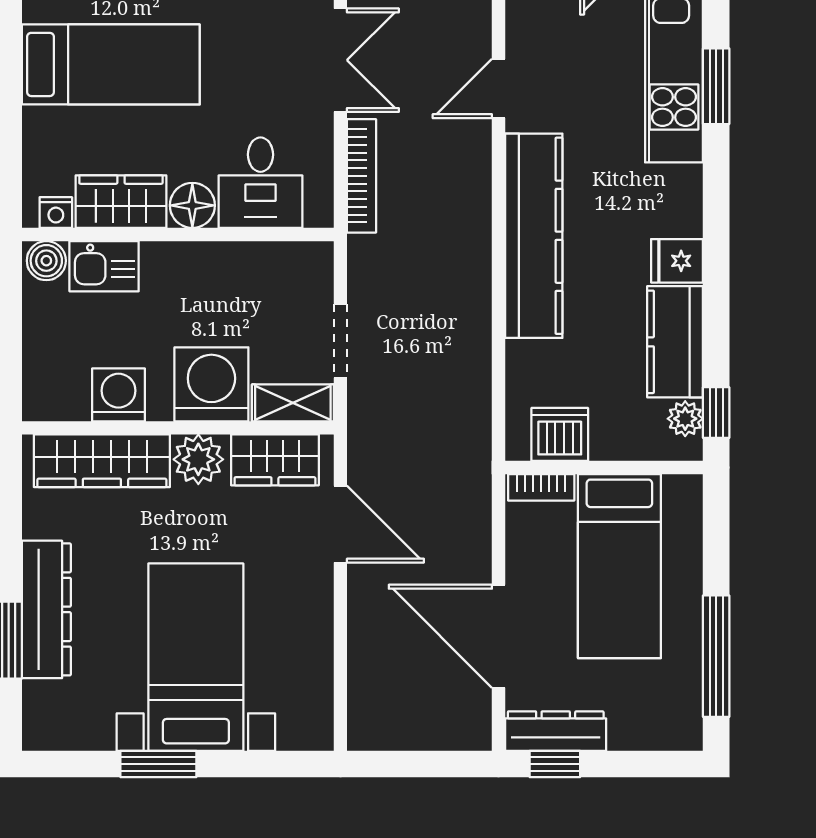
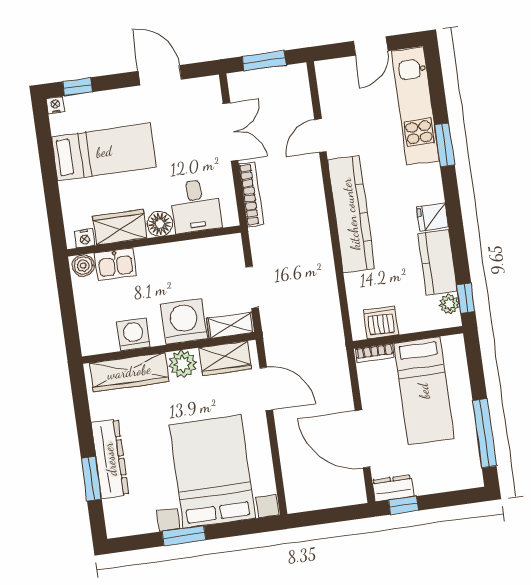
window: (716, 86) -> (444, 145), moved
bed with nightstands: (196, 657) -> (212, 472), width x1.36
dresser: (556, 731) -> (393, 488), width x0.70

